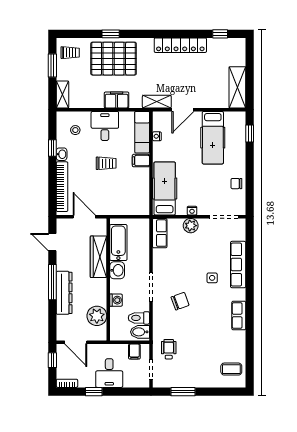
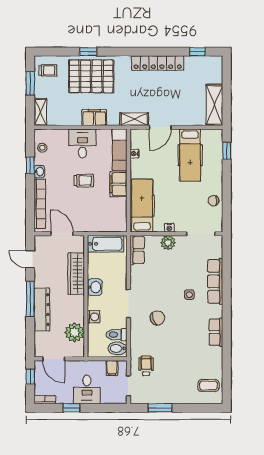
stool: (75, 130) -> (42, 148), moved
filing cabinet: (141, 161) -> (118, 184), width x2.00
bathtub: (118, 243) -> (105, 244), moved, turned 90

